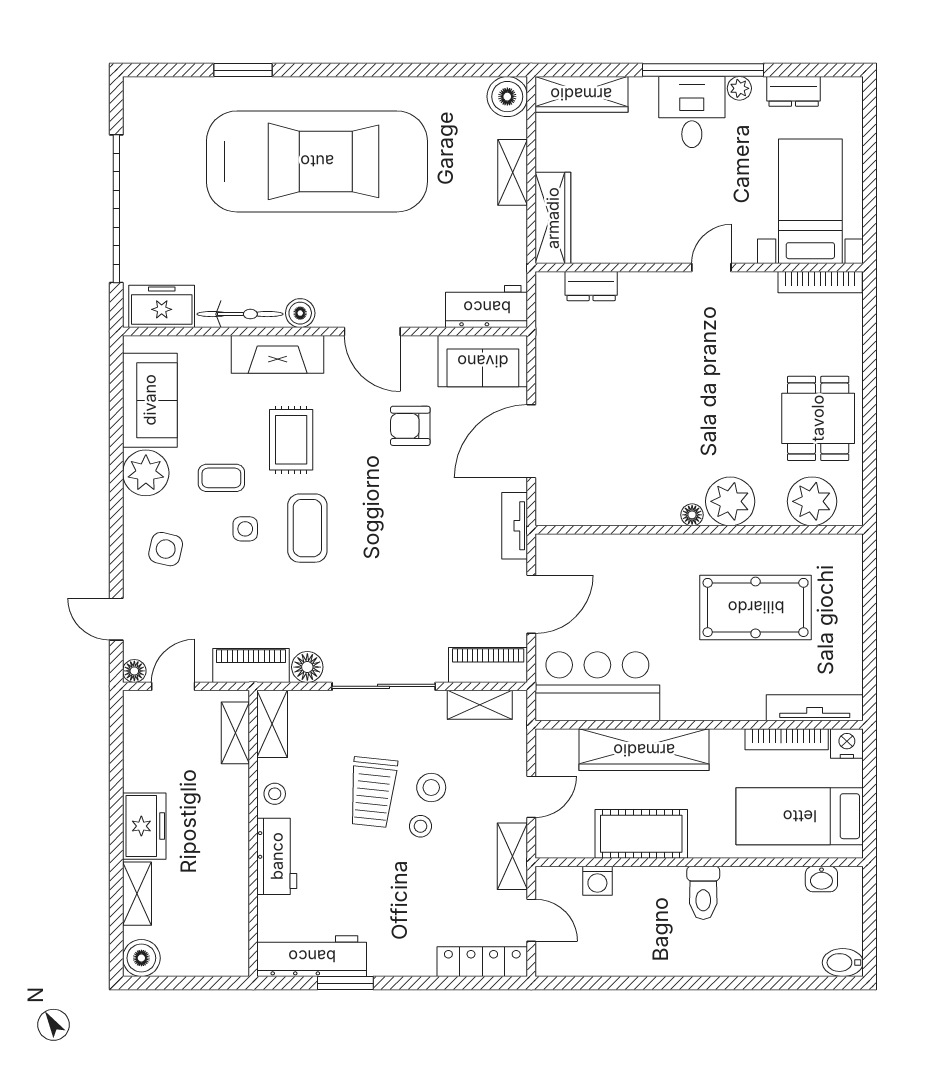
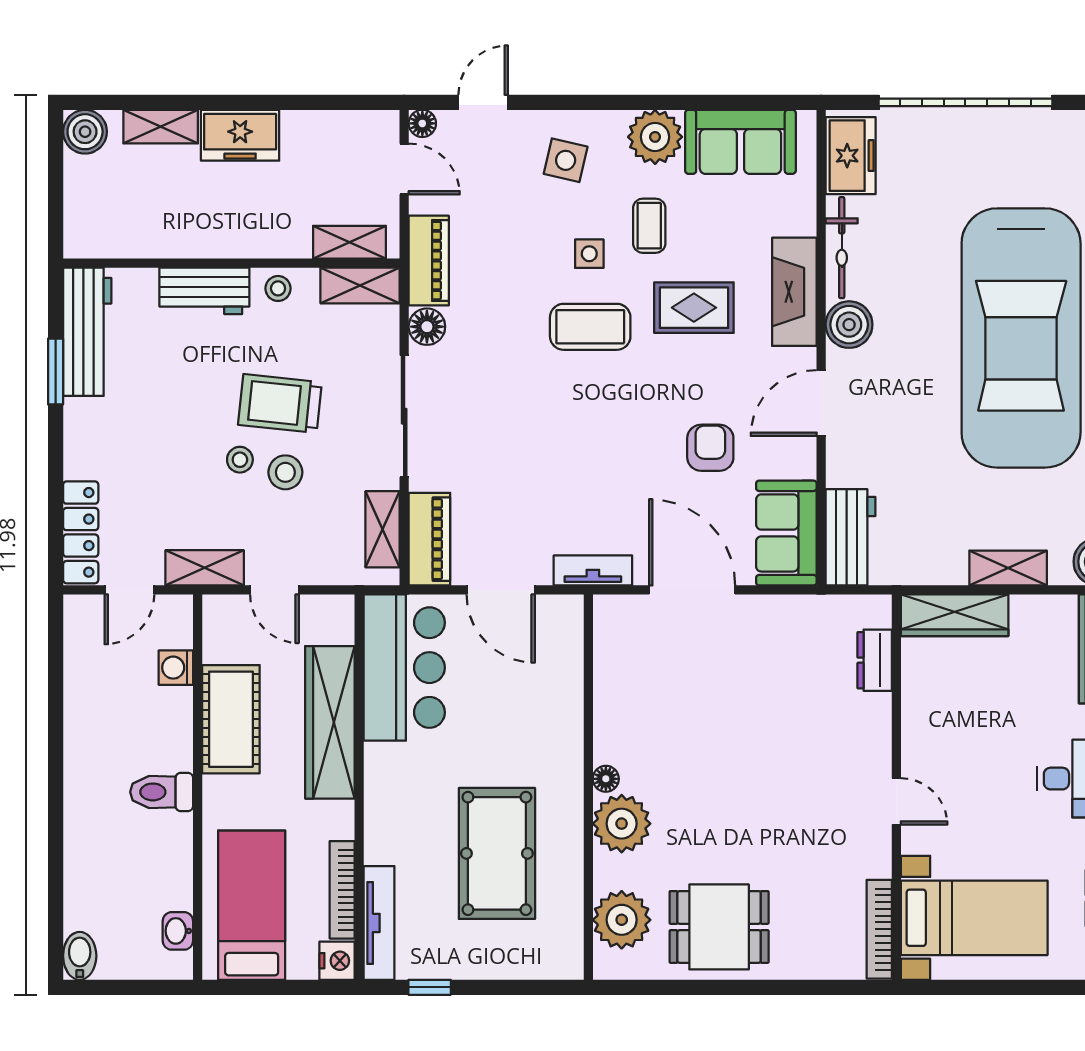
boiler: (300, 313) -> (849, 325), width x1.36, depth x1.36
window: (870, 665) -> (430, 987), added

